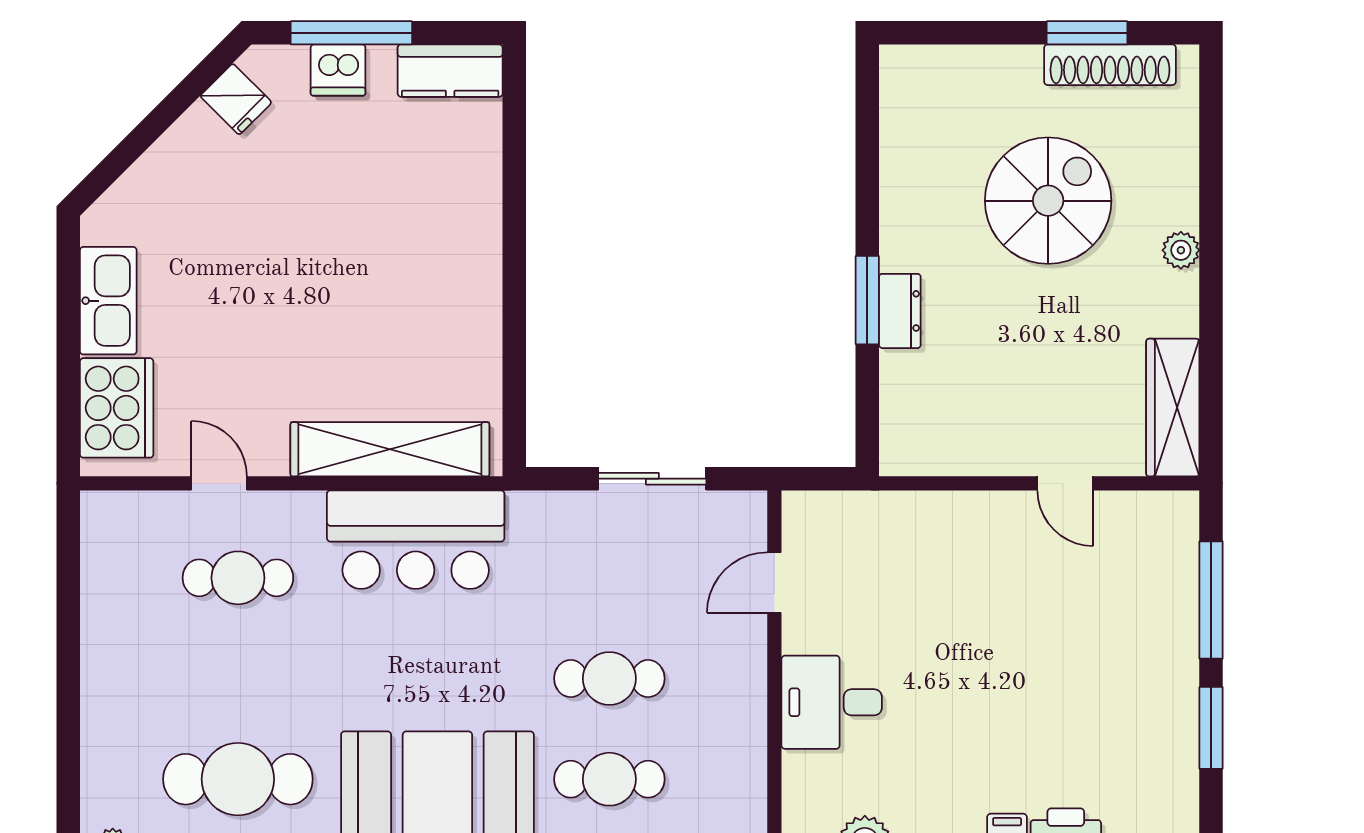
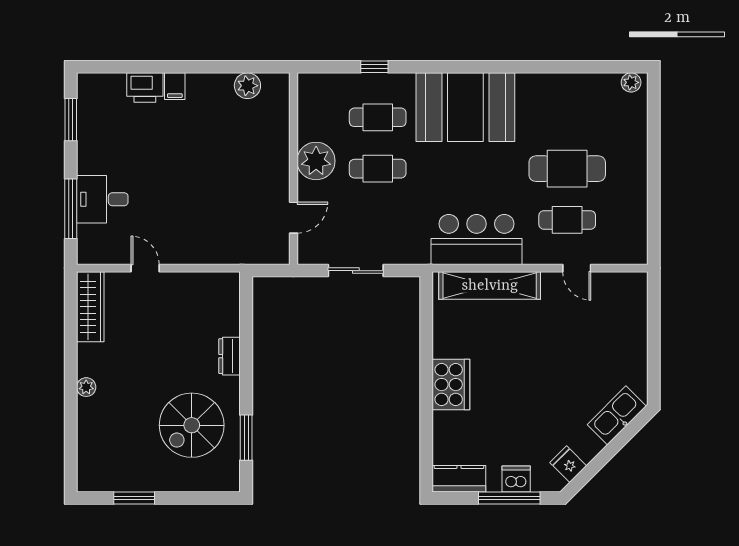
shoe rack: (1110, 65) -> (122, 482), removed
spiral stairs: (1048, 201) -> (192, 425), moved
window: (867, 300) -> (246, 438), moved
kitchen sink: (108, 301) -> (617, 415), moved, turned 45
cooker: (117, 408) -> (451, 385), moved, turned 180
plant: (730, 694) -> (316, 161), added
desk: (832, 702) -> (102, 199), moved, turned 180
window: (1211, 728) -> (71, 120), moved
cafe table: (238, 779) -> (567, 169), moved

